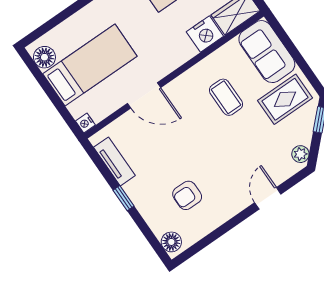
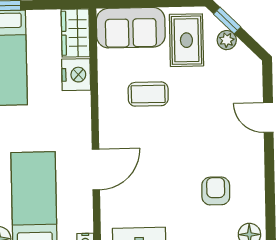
plant: (300, 154) -> (227, 40), moved
armchair: (187, 195) -> (216, 191), turned 180

